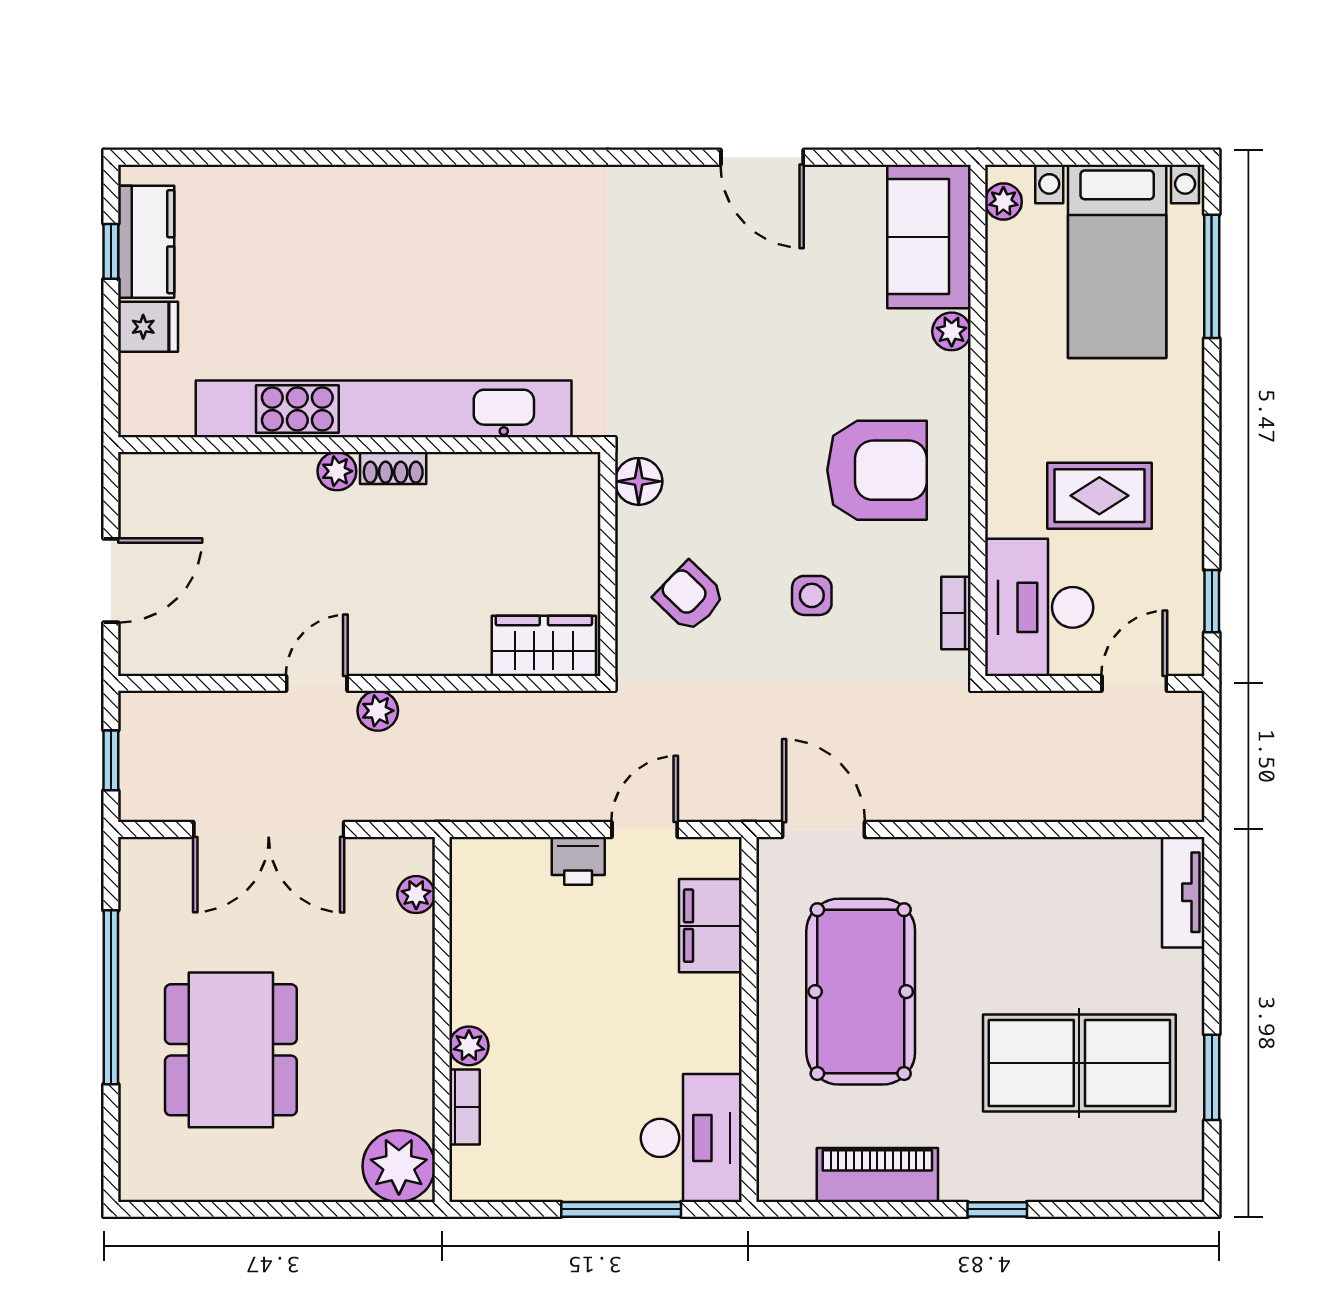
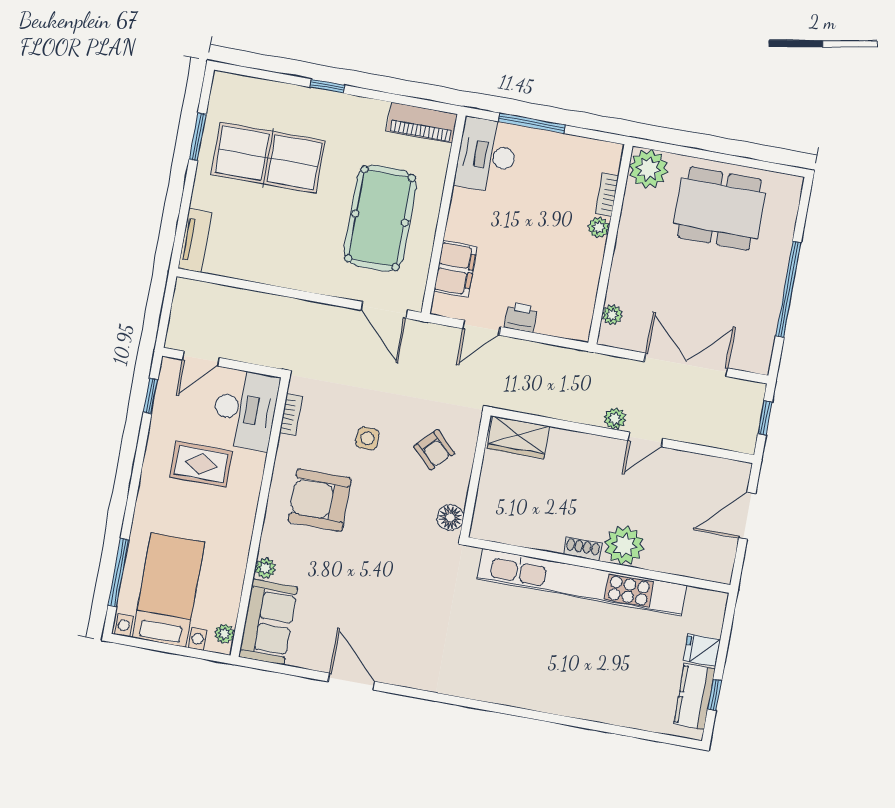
plant: (337, 471) -> (624, 545), width x1.88, depth x1.88
dining table: (231, 1050) -> (720, 208), moved, turned 90
piano: (877, 1175) -> (422, 123), moved

